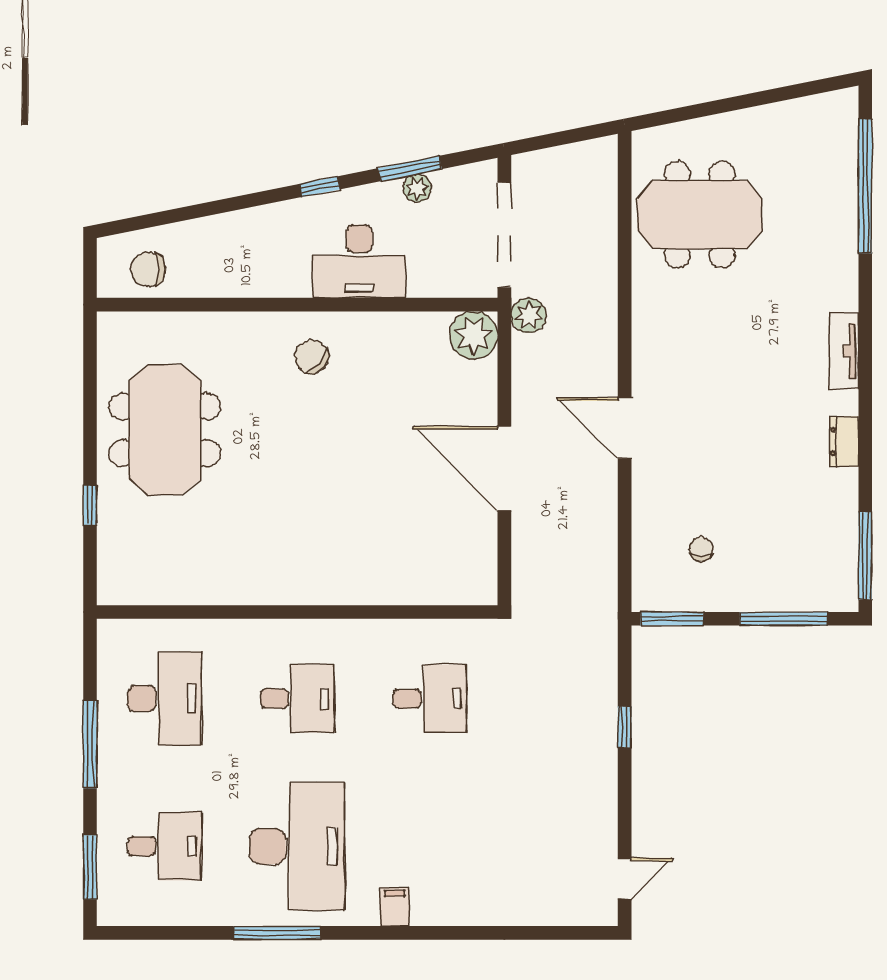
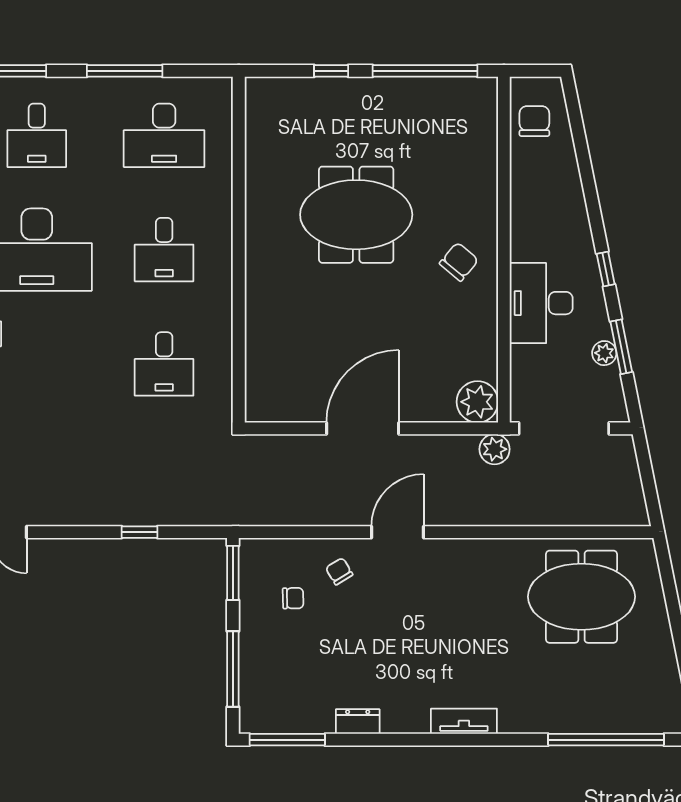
meeting table: (700, 215) -> (581, 597), turned 90
window: (90, 396) -> (425, 71), added
meeting table: (165, 430) -> (356, 215), moved
dresser: (844, 441) -> (358, 721), moved
chair: (670, 496) -> (339, 571), added

